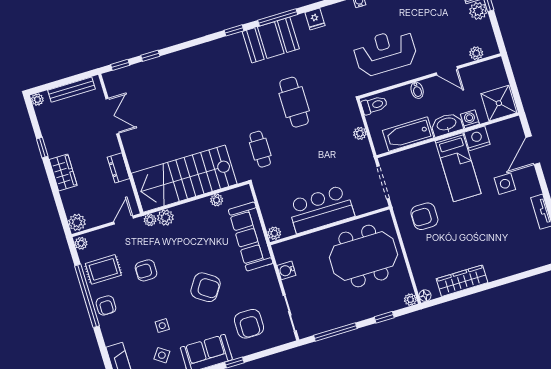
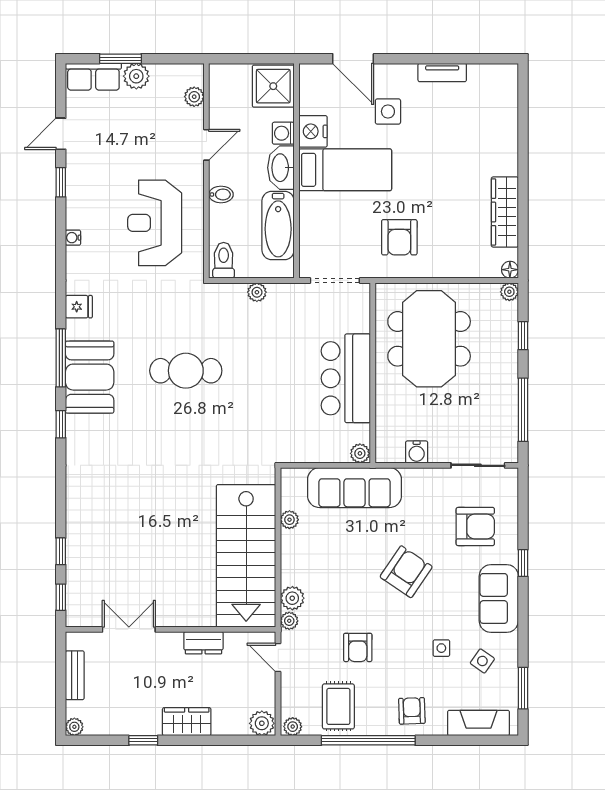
bench: (71, 90) -> (75, 675), width x0.73
cafe table: (260, 149) -> (237, 438), removed
armchair: (106, 305) -> (412, 711), moved, turned -92

